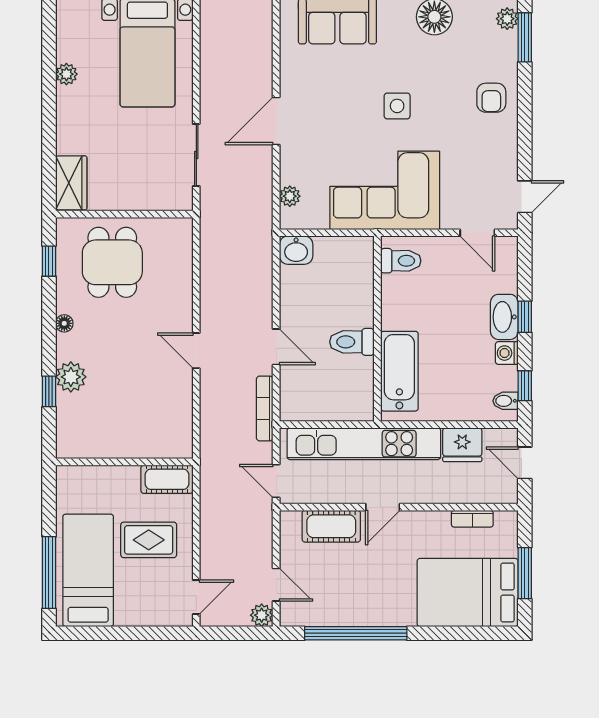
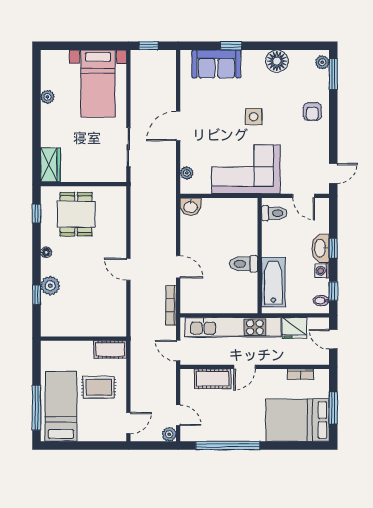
toilet: (401, 261) -> (274, 213), moved
wall: (377, 329) -> (260, 256), moved
toilet: (352, 342) -> (244, 264), moved
bathtub: (399, 371) -> (273, 282), moved

